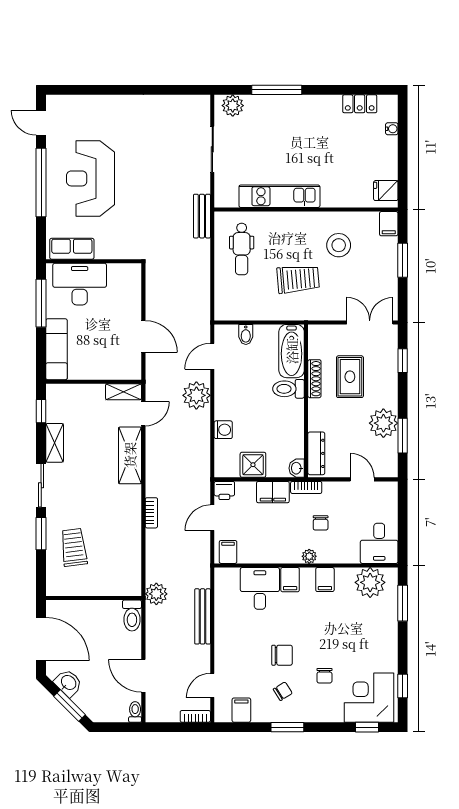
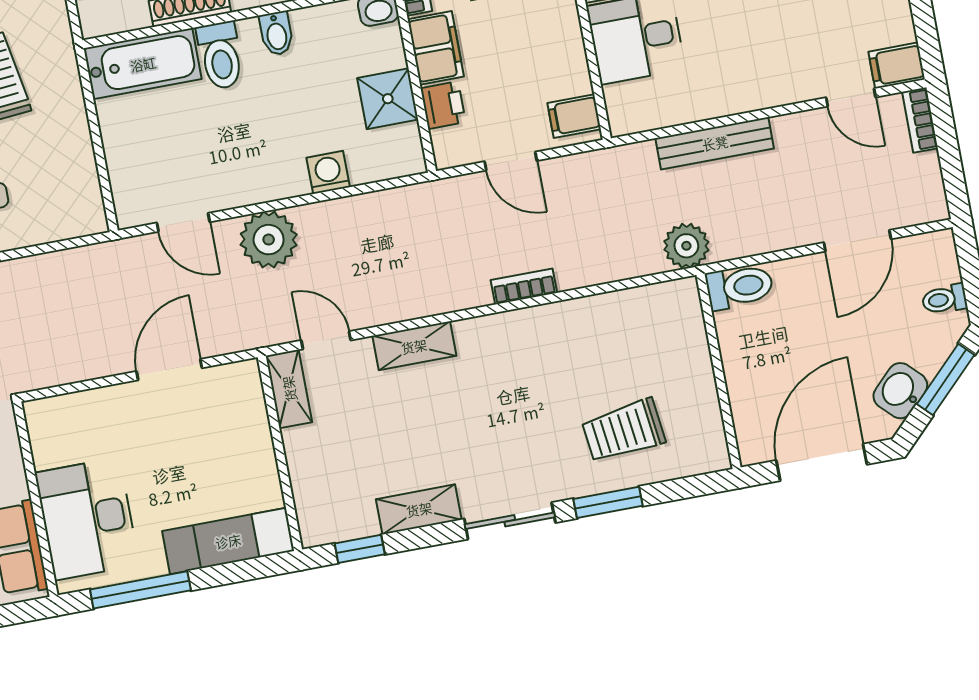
bidet: (246, 335) -> (276, 34), moved, turned 90
shelving: (130, 455) -> (414, 346), width x0.67, depth x0.75
printer: (224, 490) -> (443, 105), moved
filing cabinet: (241, 710) -> (897, 66), moved
toilet: (135, 712) -> (944, 299), moved

